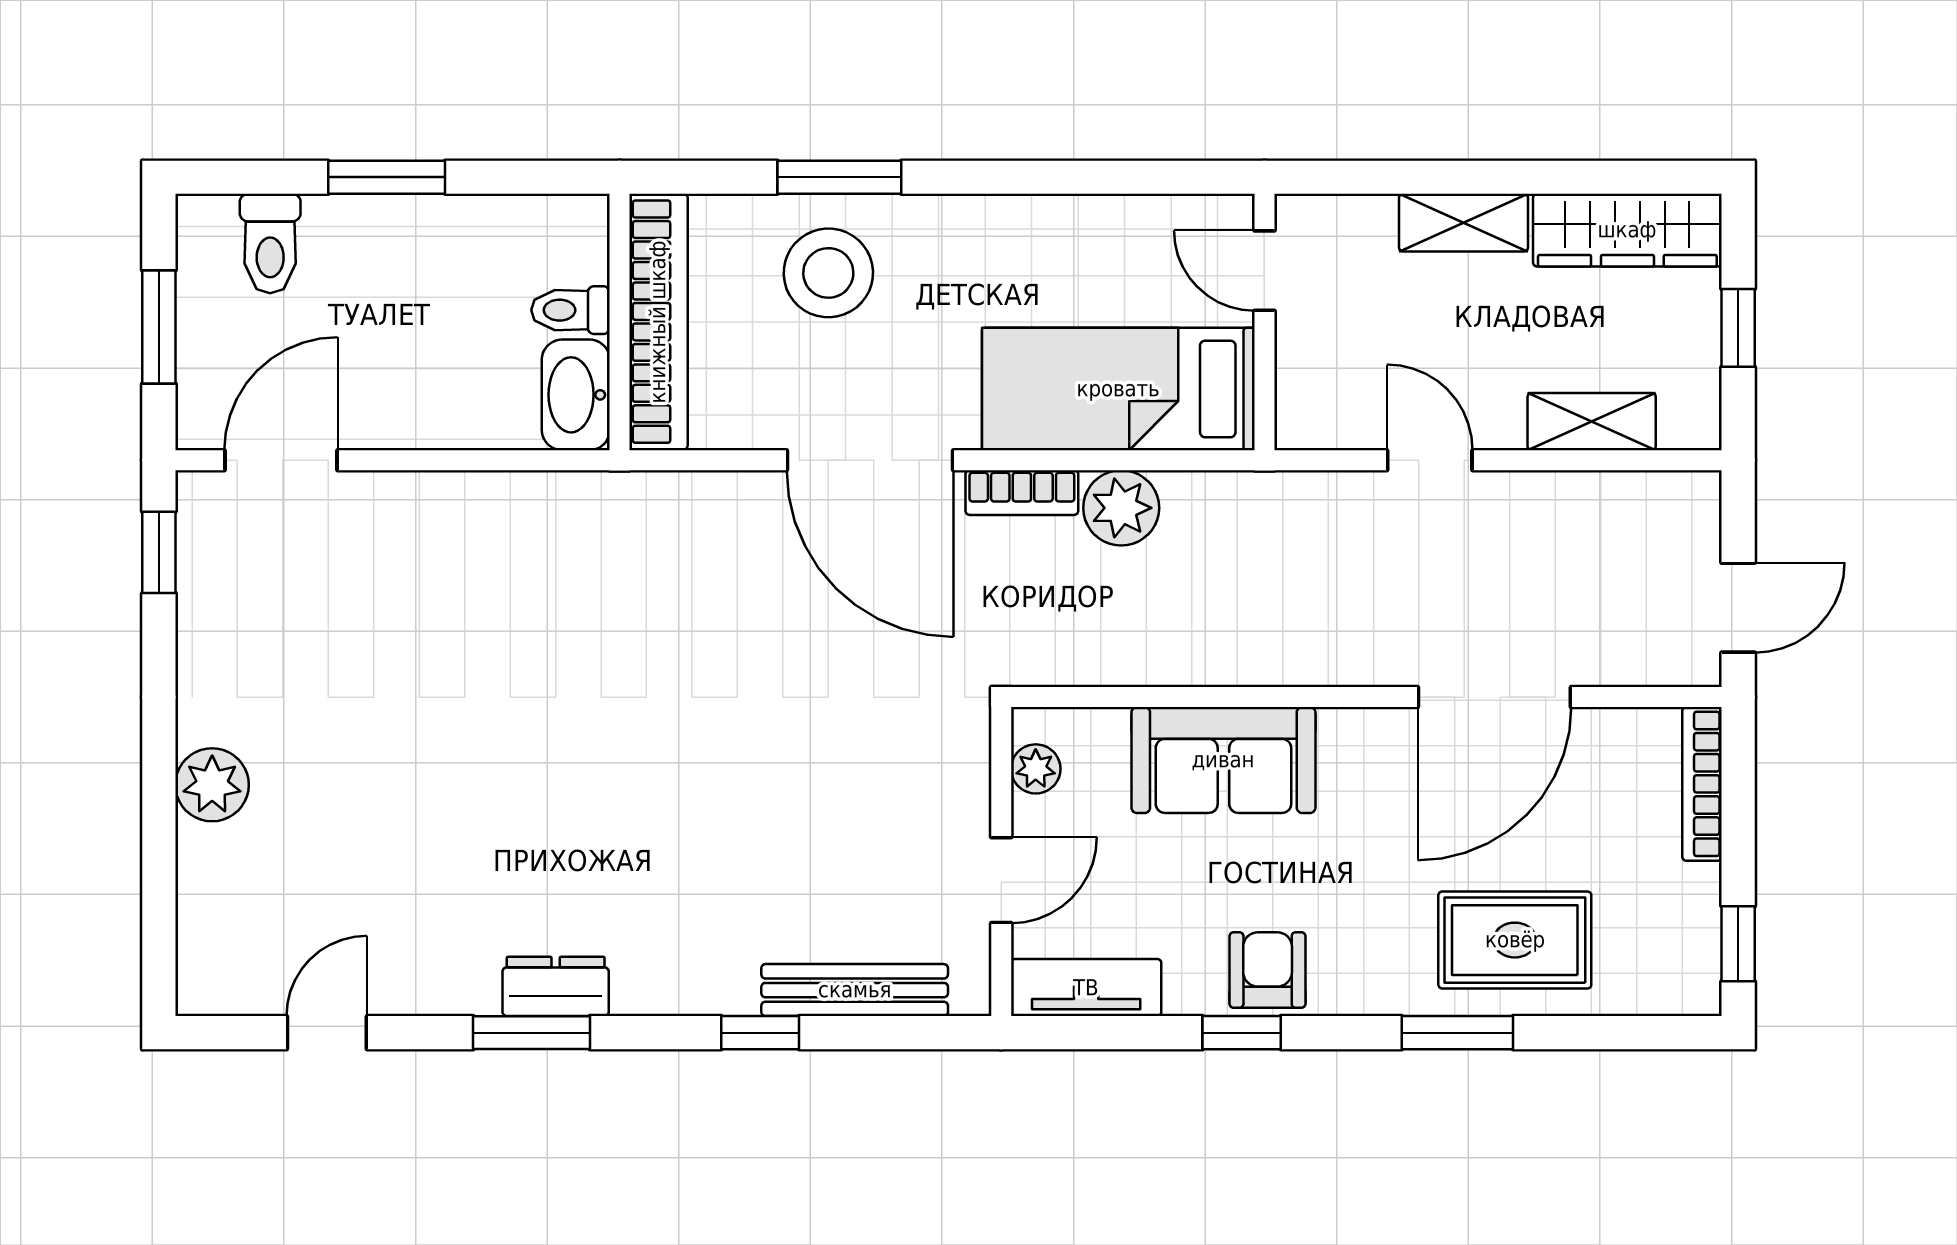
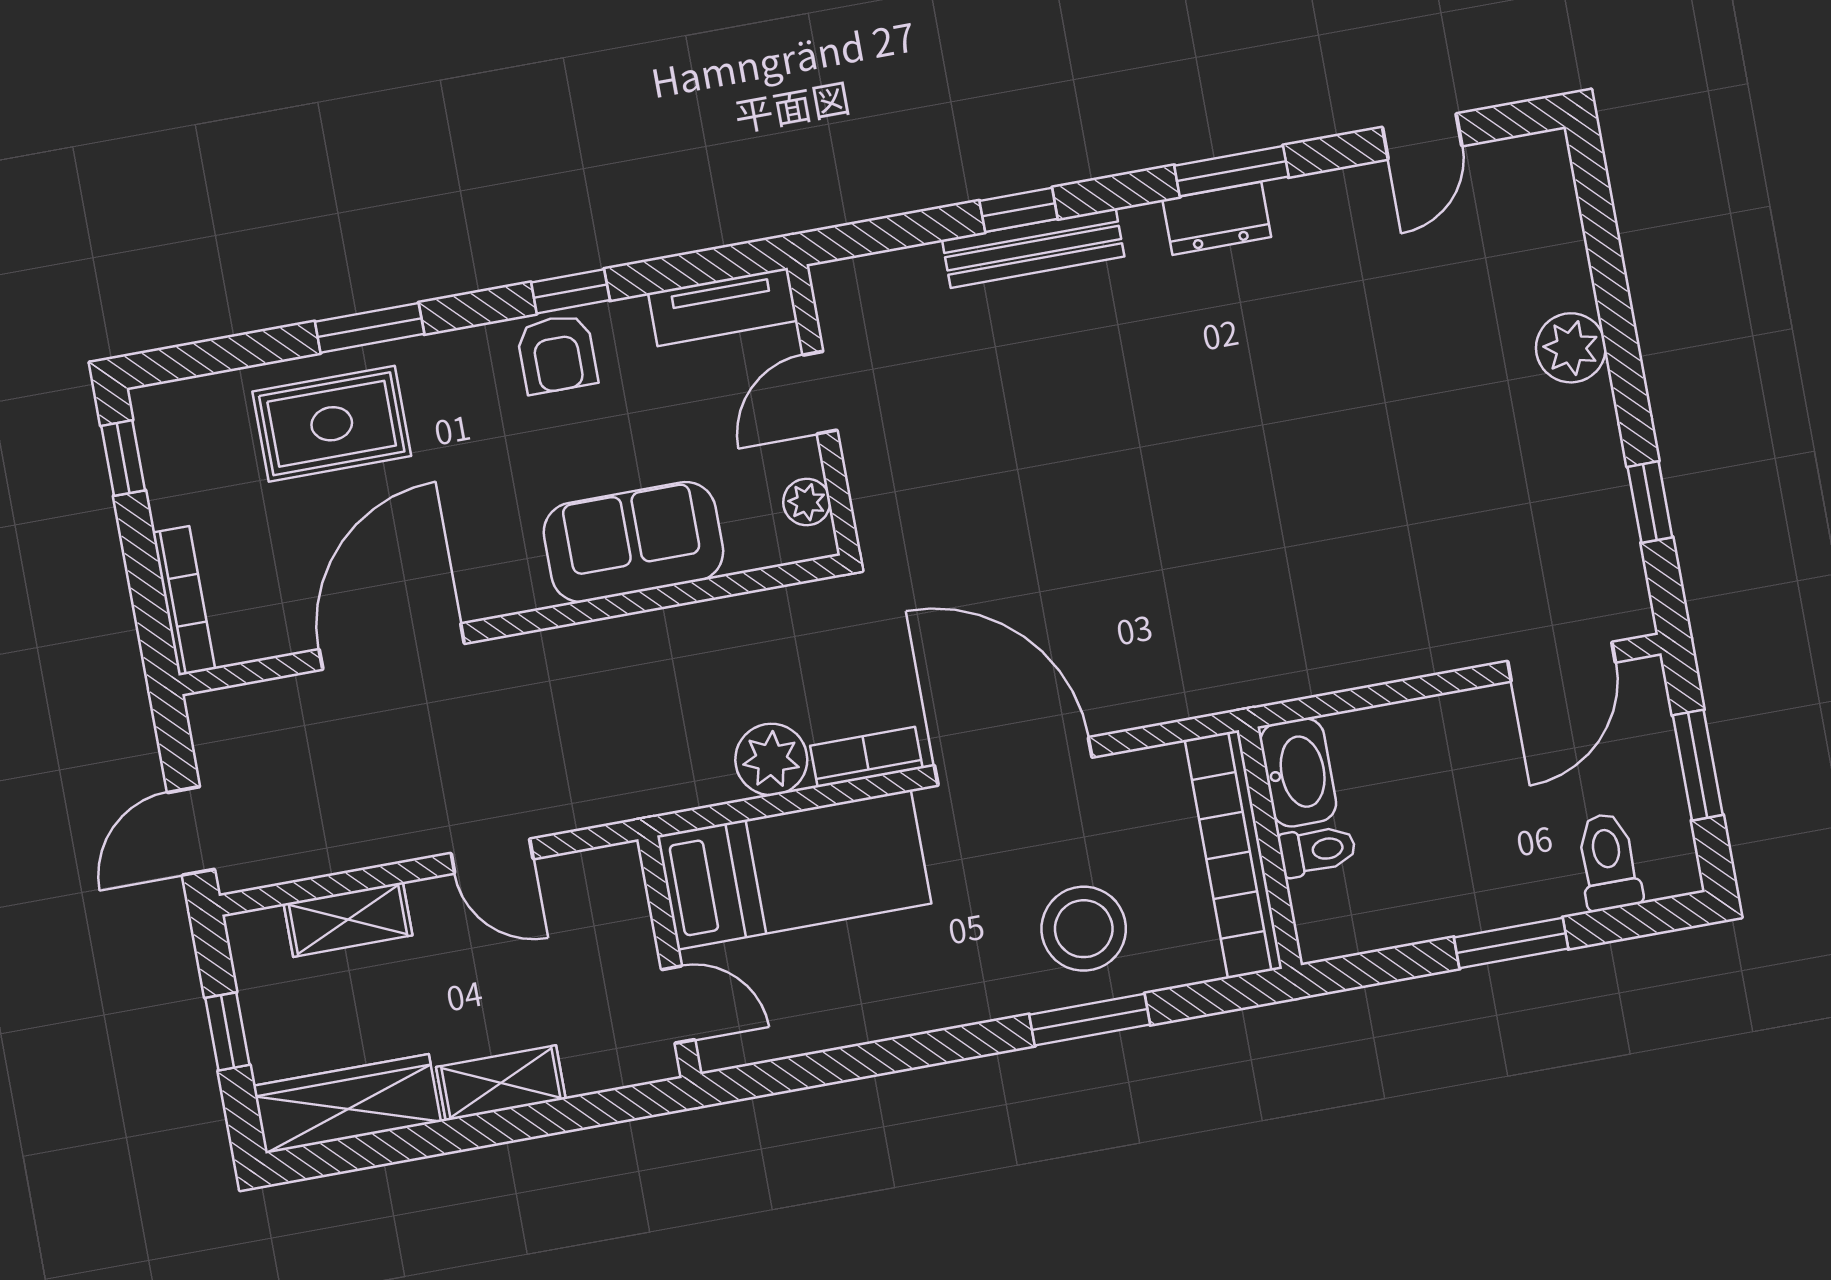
window: (159, 552) -> (1650, 502), moved
door: (1738, 608) -> (191, 831), moved
bench: (855, 990) -> (1033, 248), moved

